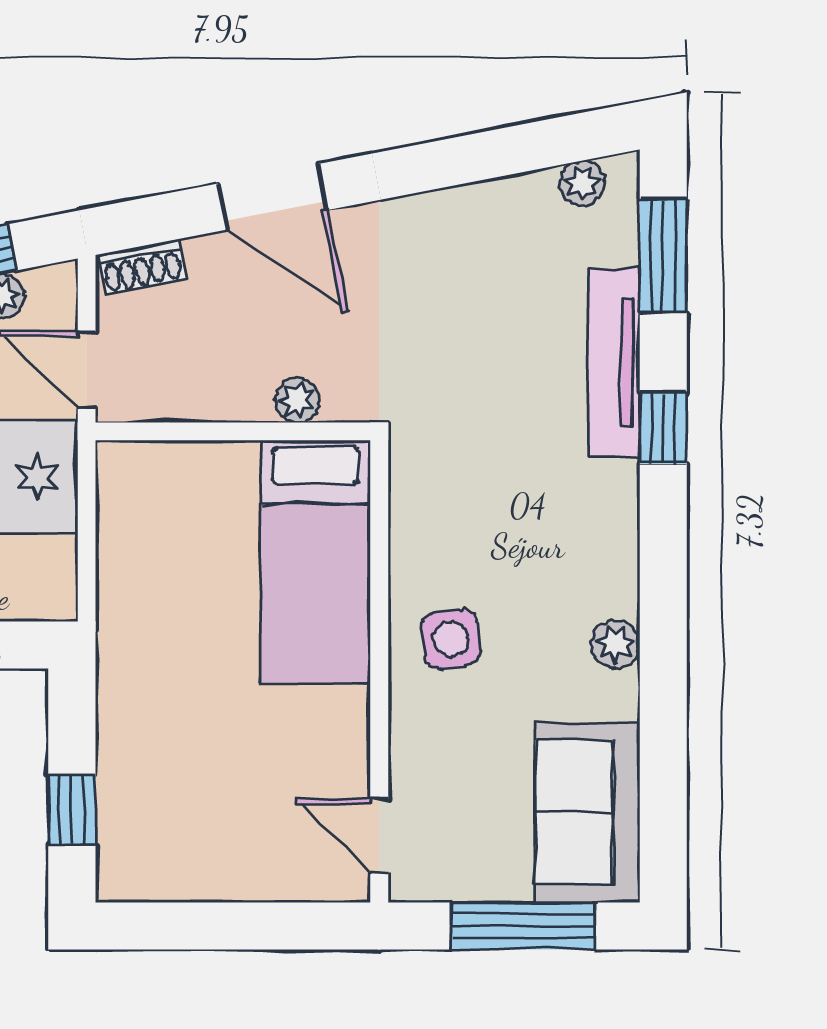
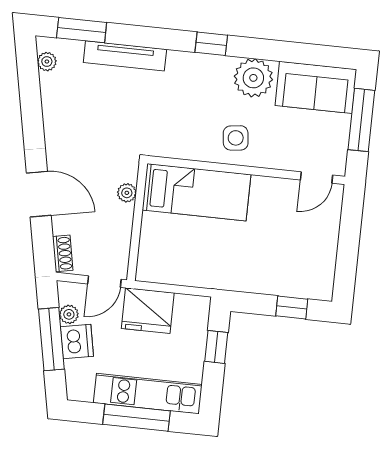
door: (273, 197) -> (39, 194), hinge flipped
window: (663, 428) -> (211, 44), moved
plant: (616, 644) -> (253, 78), width x1.87, depth x1.87

